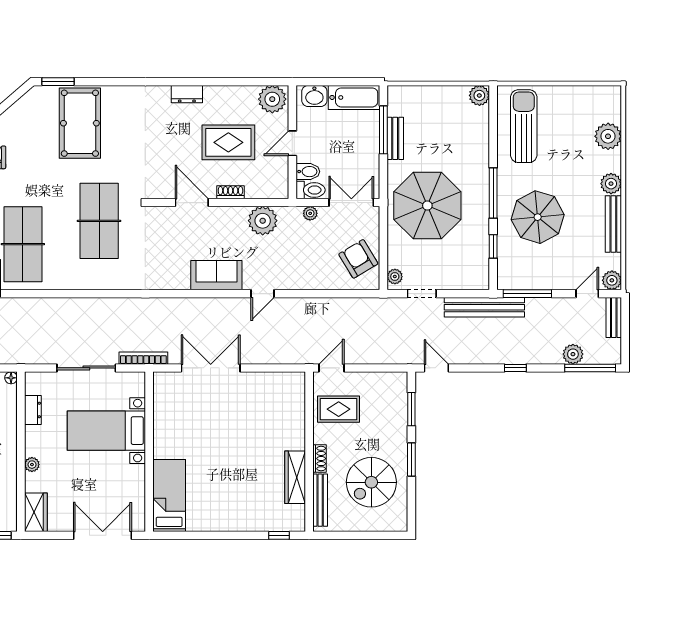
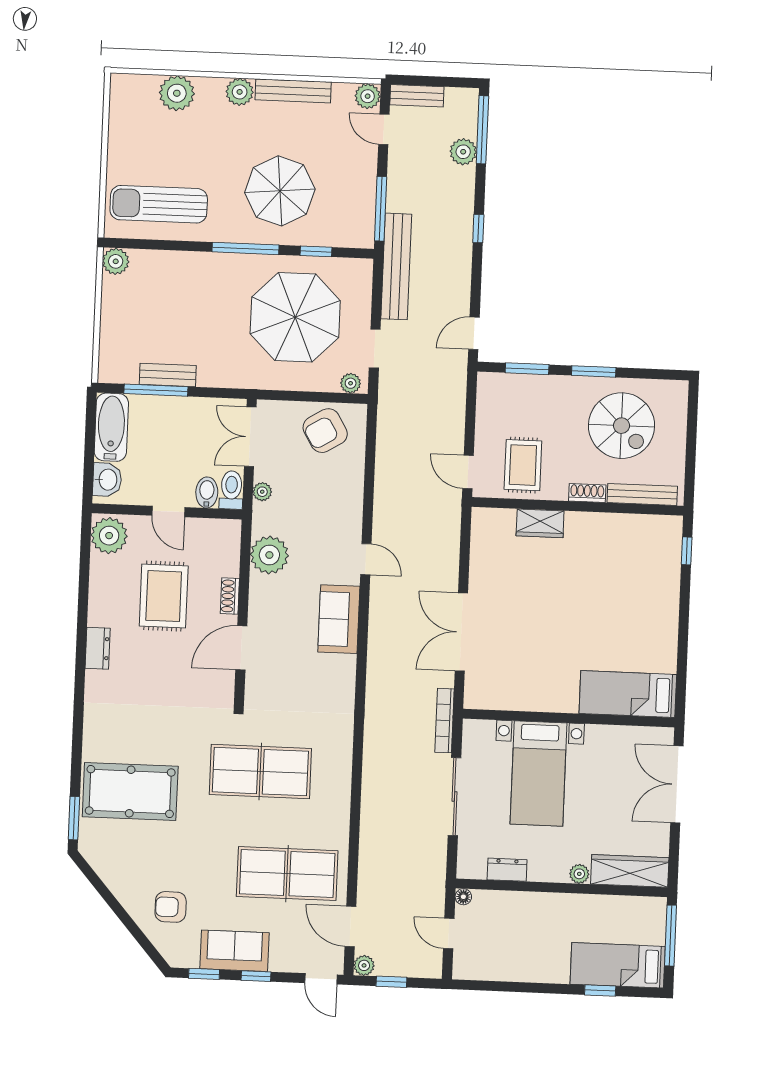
parasol: (427, 206) -> (295, 317), moved
wardrobe: (295, 477) -> (540, 523), moved, width x0.67
wardrobe: (36, 512) -> (630, 871), width x1.50

